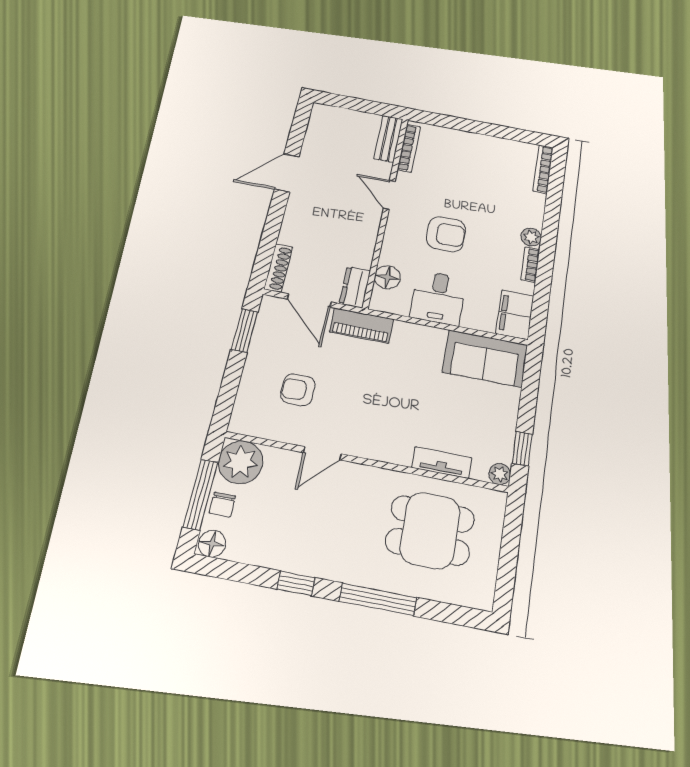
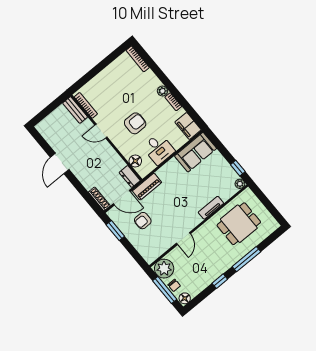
armchair: (298, 390) -> (143, 221), moved
tv unit: (442, 463) -> (211, 208), moved

